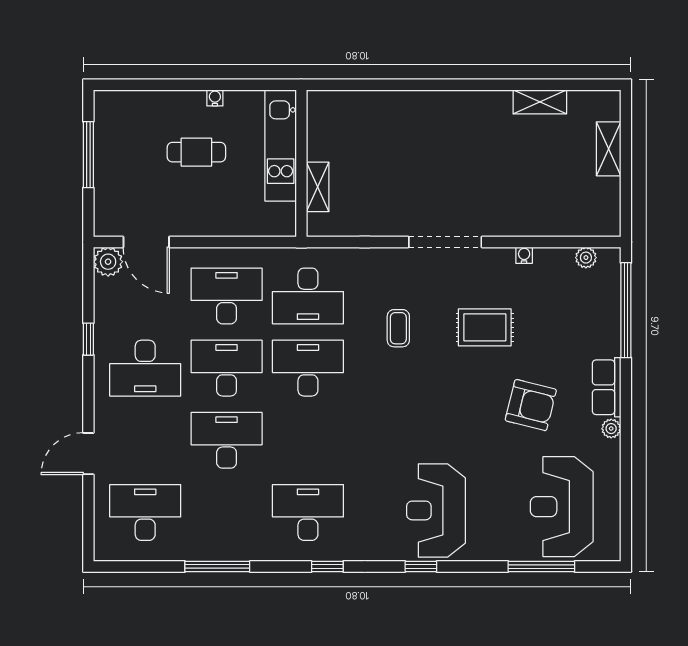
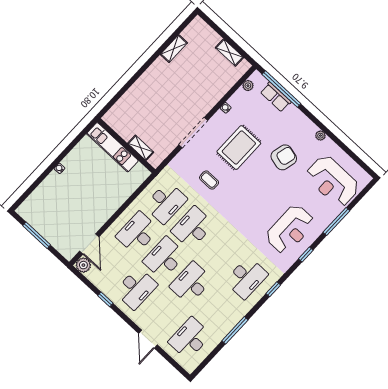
kitchen unit: (281, 146) -> (112, 147), moved
shelving: (609, 149) -> (230, 53), moved
cafe table: (196, 152) -> (73, 194), removed
wall: (301, 163) -> (126, 146), moved
shelving: (318, 187) -> (141, 148), moved
door: (146, 242) -> (89, 244), hinge flipped
rug: (485, 327) -> (239, 148), width x1.36, depth x1.43
row of seats: (607, 387) -> (276, 97), moved
reception desk: (436, 510) -> (290, 229), turned -90
desk: (308, 512) -> (246, 278), turned 180
window: (541, 566) -> (336, 222), moved

